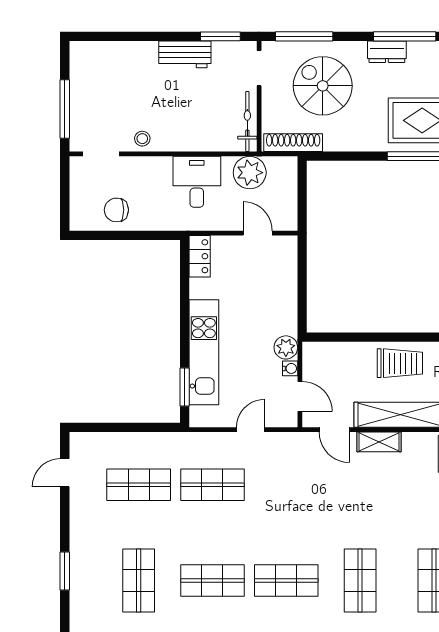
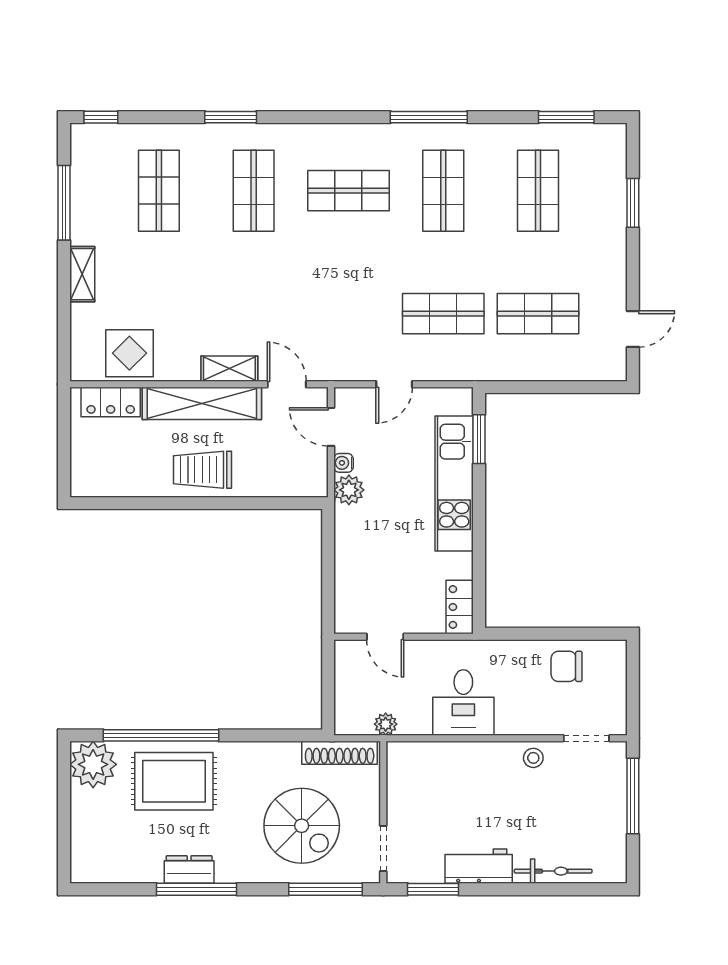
dresser: (387, 52) -> (189, 869), moved
bicycle: (247, 122) -> (553, 871), moved, turned -90
plant: (250, 173) -> (386, 724), width x0.53, depth x0.53
chair: (116, 210) -> (567, 666), turned 180
shop shelf: (212, 580) -> (443, 191), turned 90

